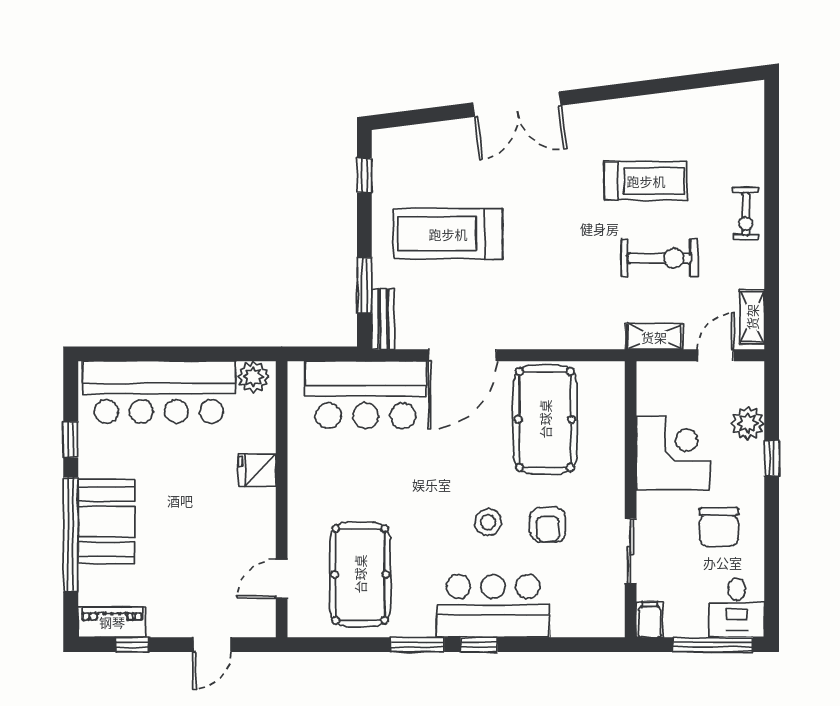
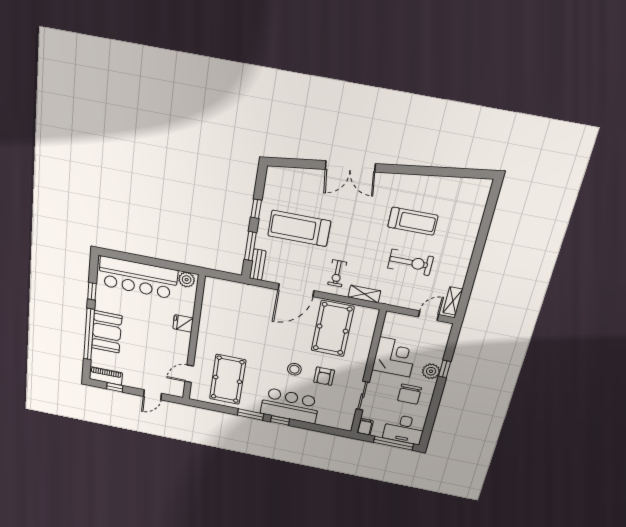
window: (364, 175) -> (256, 209), moved
exercise bike: (746, 214) -> (337, 273), moved
shelving: (654, 337) -> (364, 294), moved
bar counter: (366, 395) -> (243, 299), removed
plant: (748, 423) -> (431, 371), moved
desk: (737, 608) -> (404, 429), width x1.37

